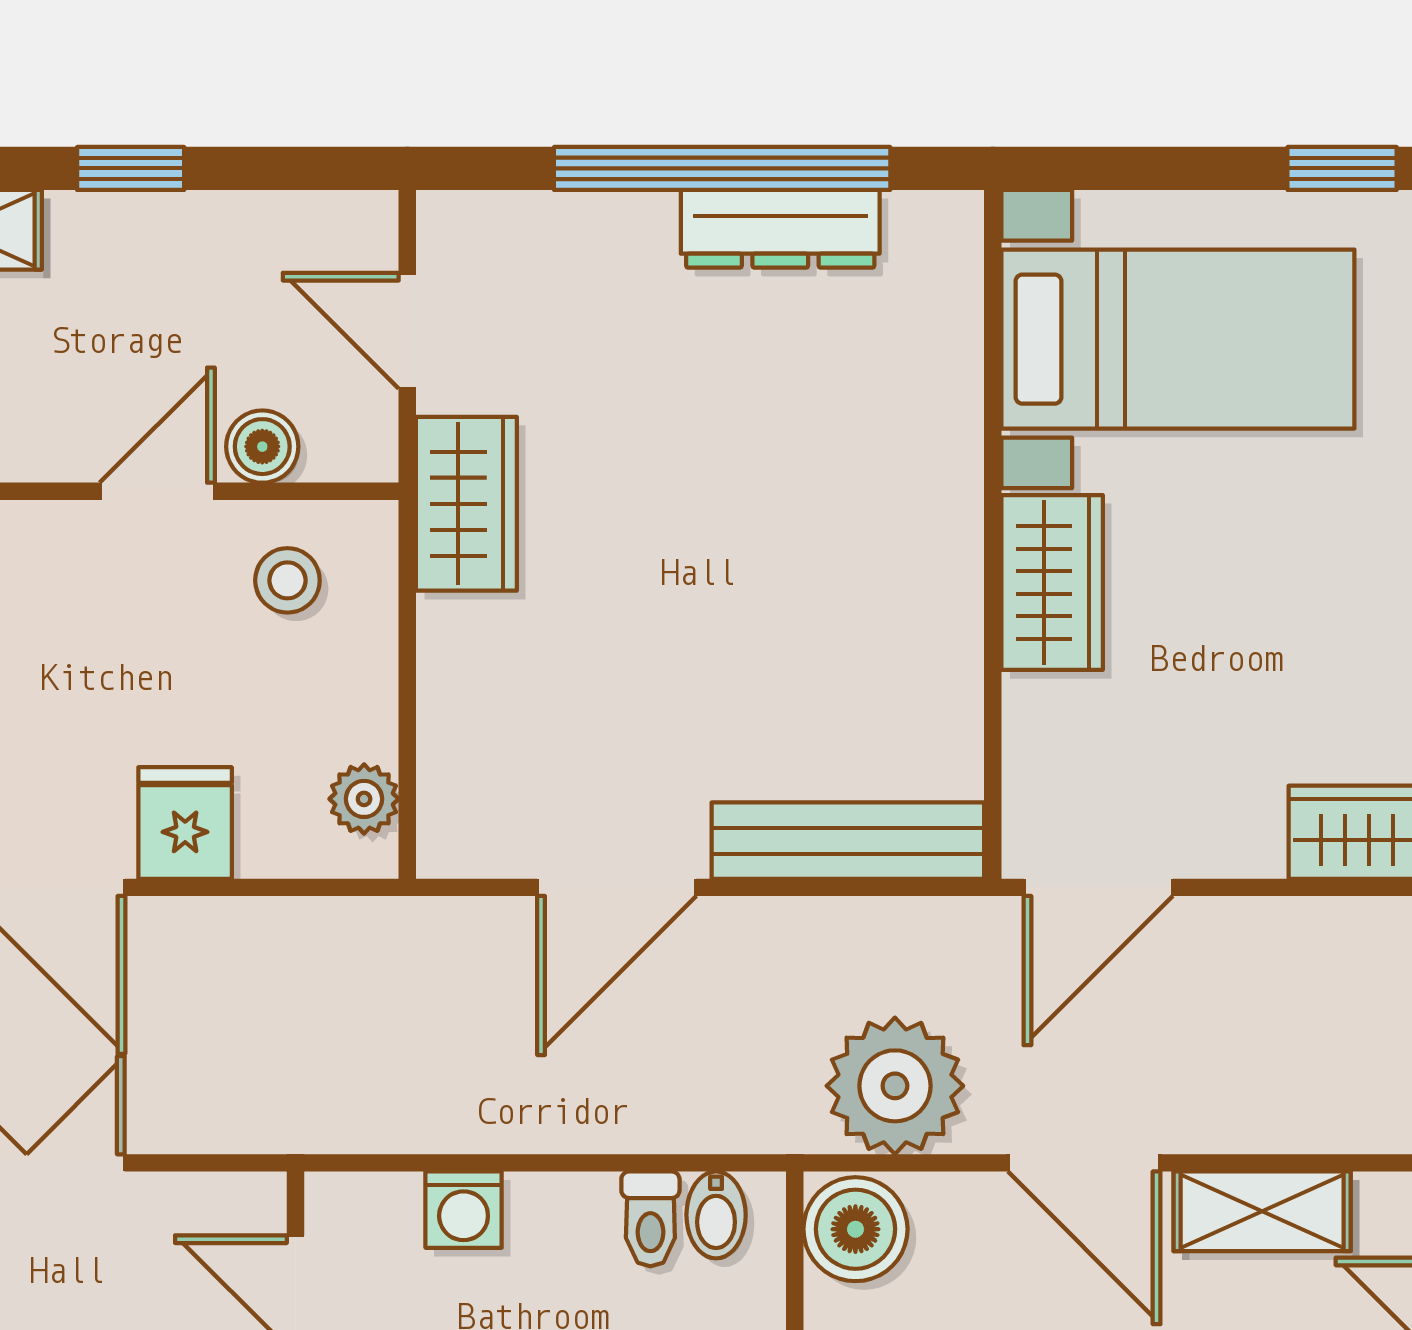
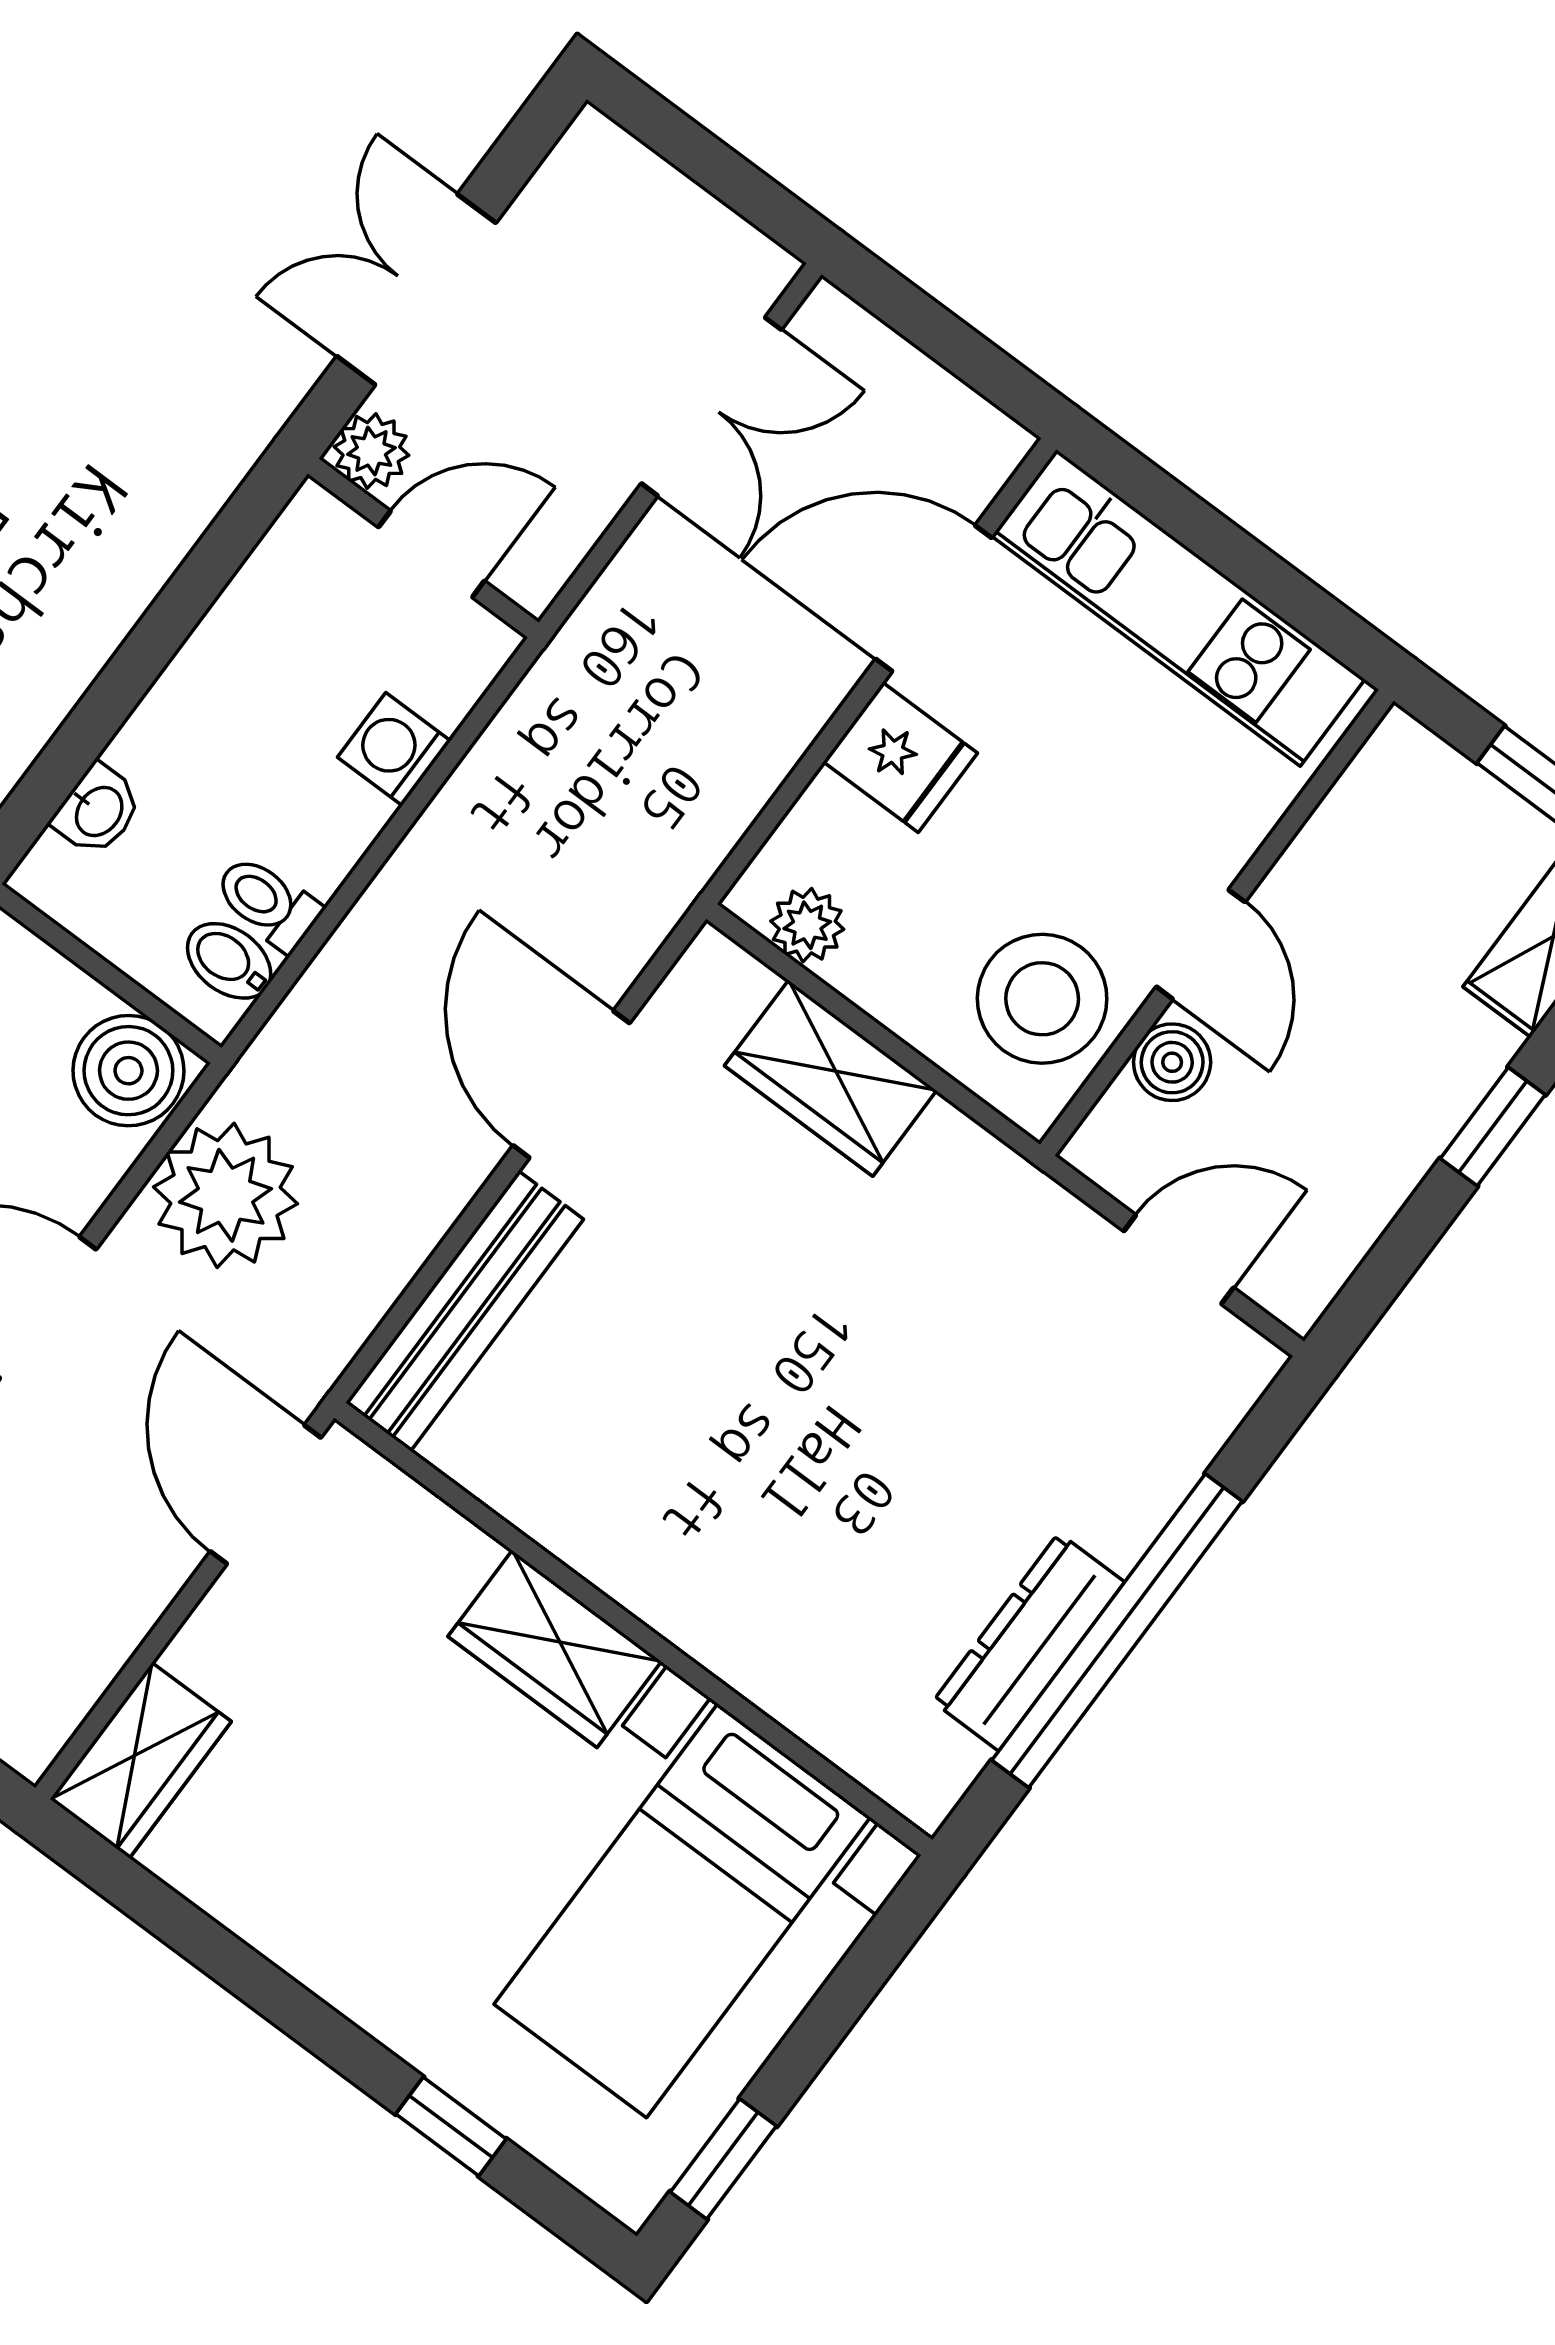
wardrobe: (466, 504) -> (831, 1078), moved
stool: (287, 580) -> (1042, 999), width x1.89, depth x1.89

